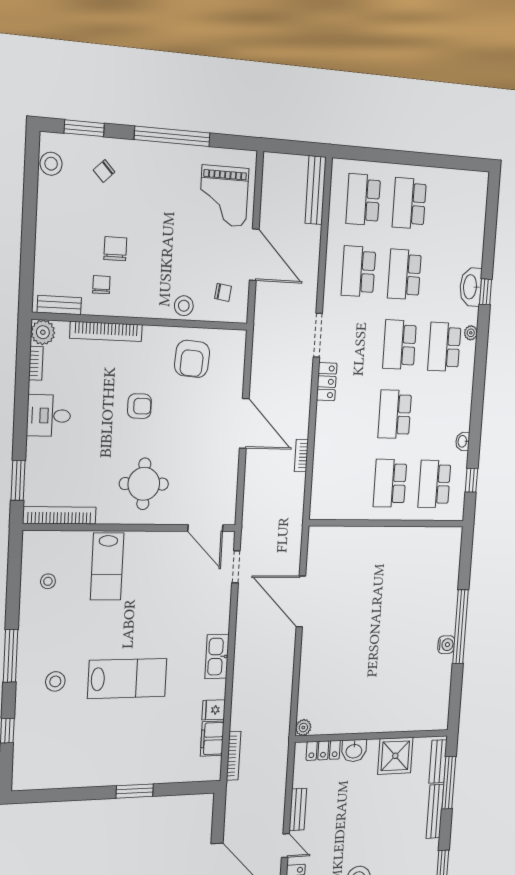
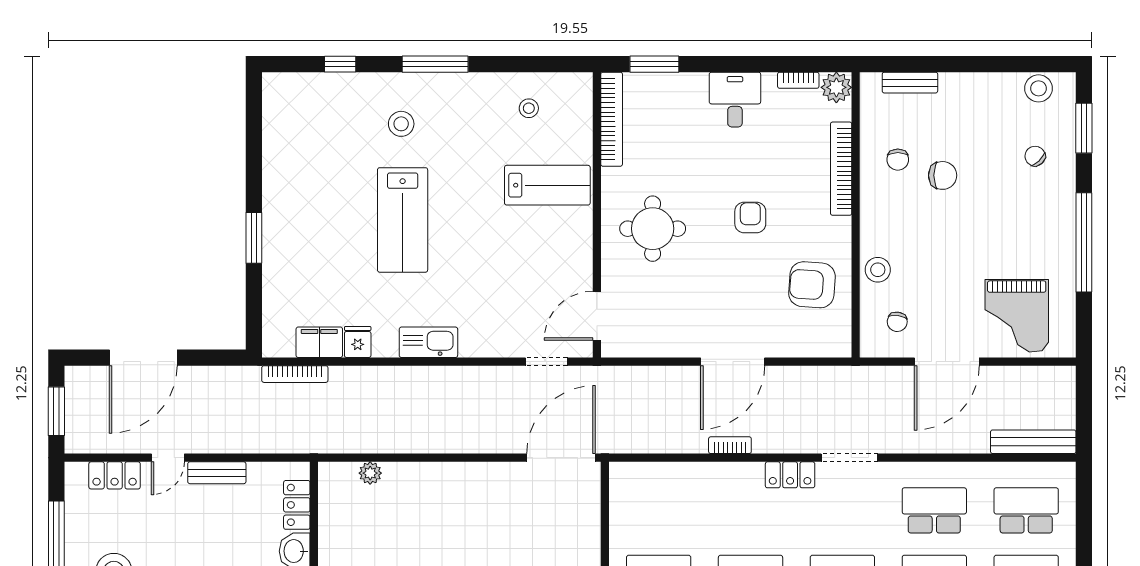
grand piano: (224, 196) -> (1017, 316), turned -90
chair: (101, 285) -> (898, 160), turned 90
bench: (59, 305) -> (910, 83), moved, turned 90
armchair: (139, 406) -> (750, 218), turned 180
bookcase: (301, 456) -> (730, 445), moved
lab bench: (107, 566) -> (547, 185), turned 180
door: (301, 601) -> (561, 458), moved
plant: (303, 728) -> (370, 473), moved

